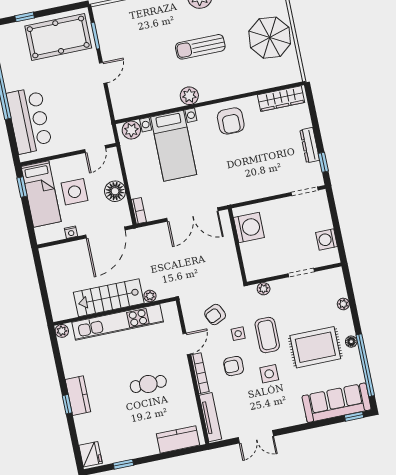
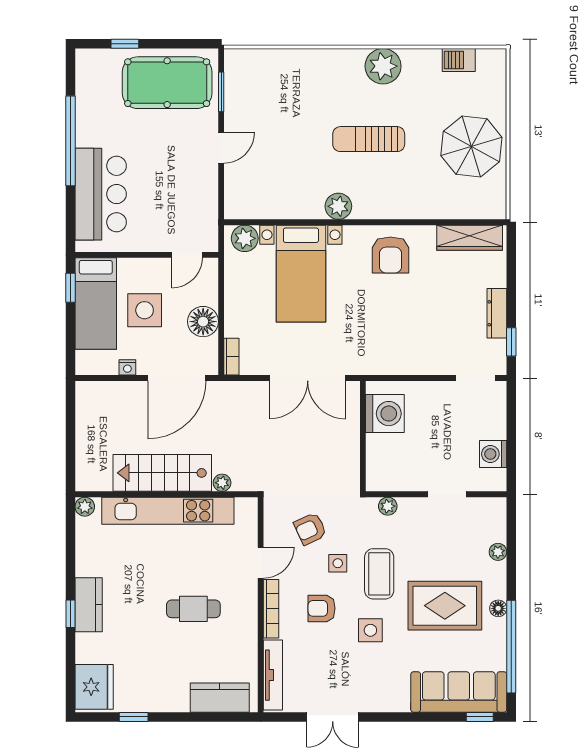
fridge: (91, 454) -> (94, 687), width x1.36, depth x1.34

